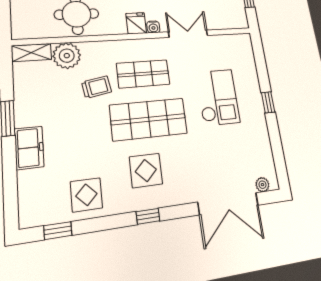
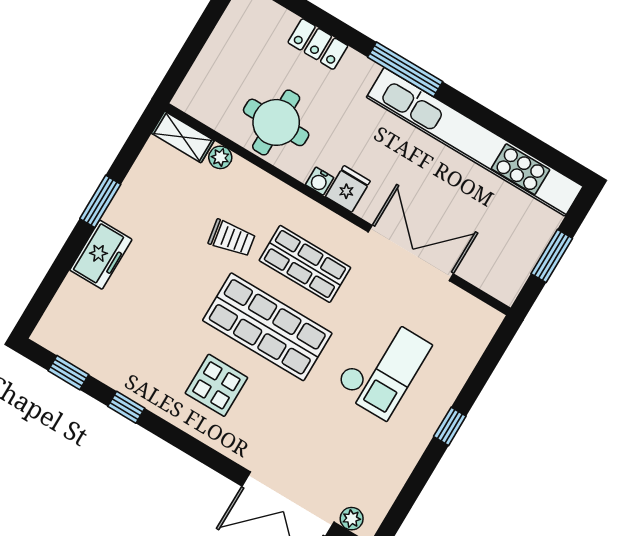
water cooler: (153, 27) -> (320, 181), moved
double door: (188, 34) -> (411, 253), width x1.37
plant: (67, 56) -> (220, 157), width x0.53, depth x0.53
display table: (86, 195) -> (127, 359), removed
window: (148, 216) -> (126, 407), moved

